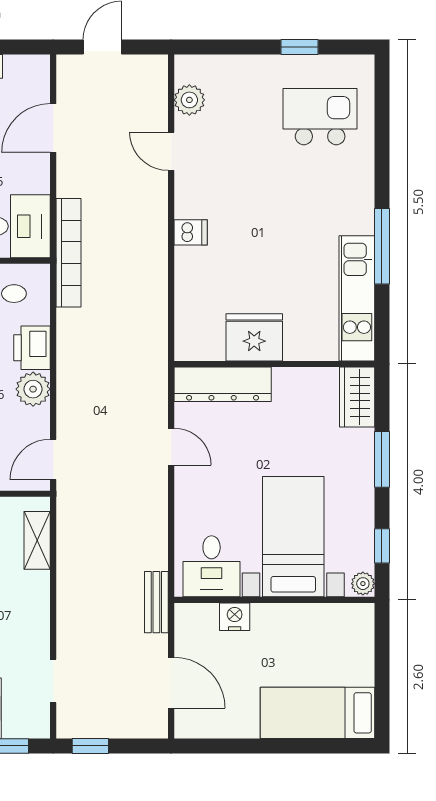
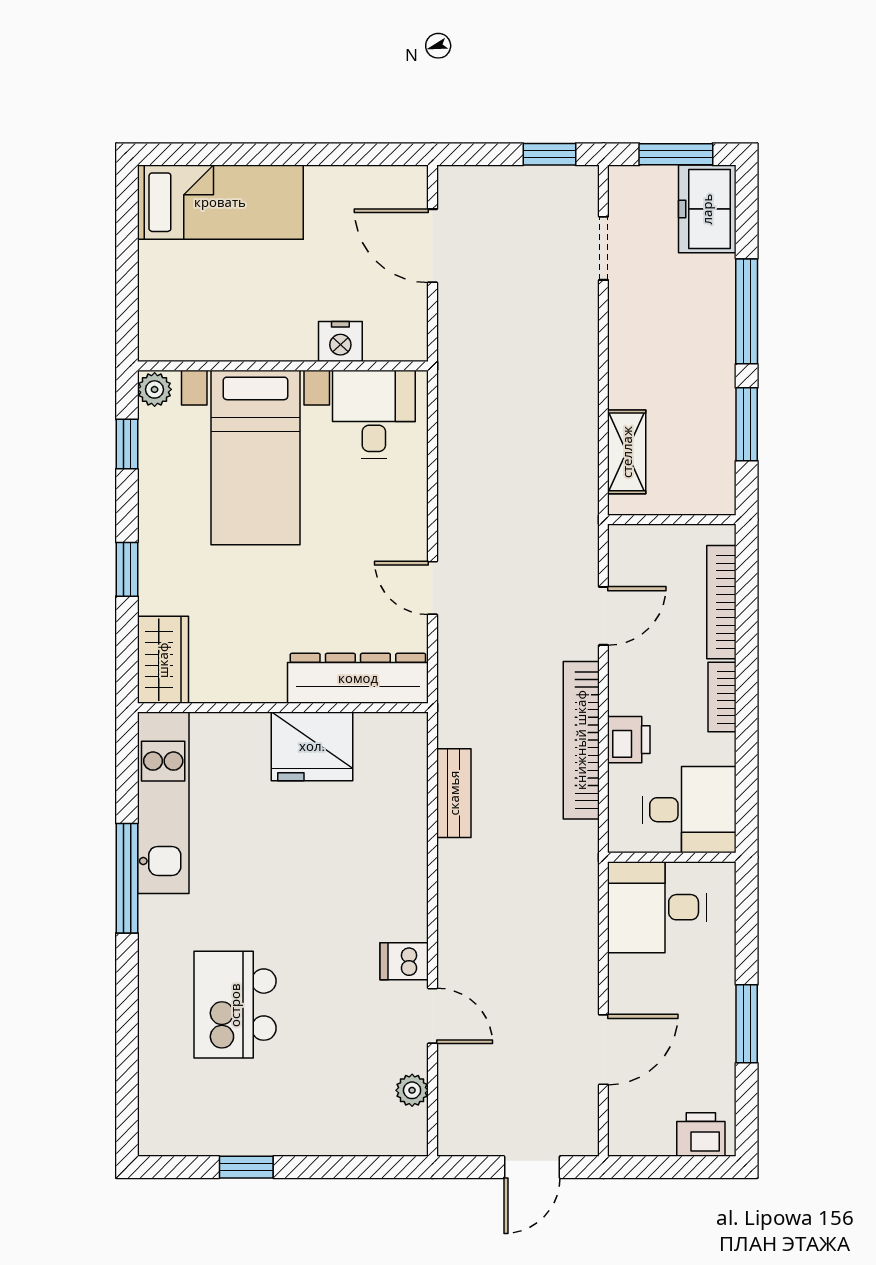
plant: (189, 100) -> (412, 1090), width x0.73, depth x0.73
kitchen island: (320, 117) -> (235, 1005), moved, turned 90
dishwasher: (191, 232) -> (404, 961), moved
bookcase: (68, 253) -> (581, 740), moved
printer: (32, 348) -> (629, 740), width x0.73, depth x0.81
plant: (33, 389) -> (633, 671), removed
door: (53, 459) -> (603, 616), moved
window: (382, 459) -> (127, 569), width x0.67
bench: (156, 602) -> (454, 793), moved

